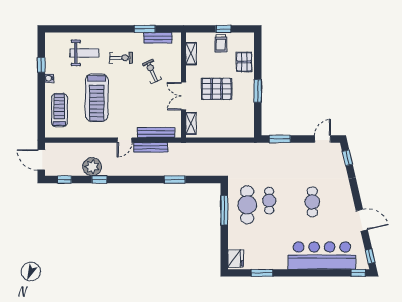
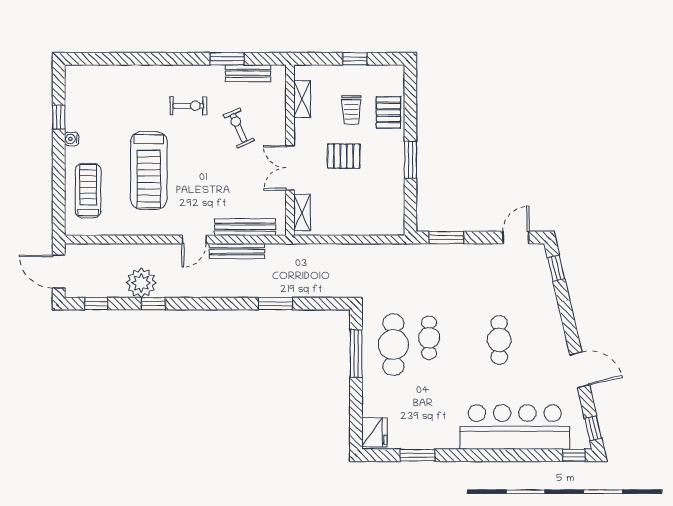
trolley: (221, 43) -> (351, 110), moved
weight bench: (84, 53) -> (129, 98), removed
pallet: (217, 89) -> (344, 156), width x0.67, depth x0.71

